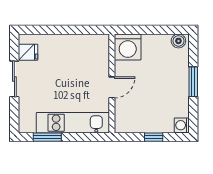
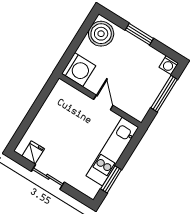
boiler: (178, 41) -> (101, 34), width x1.86, depth x1.86
window: (154, 137) -> (164, 94), width x2.17

